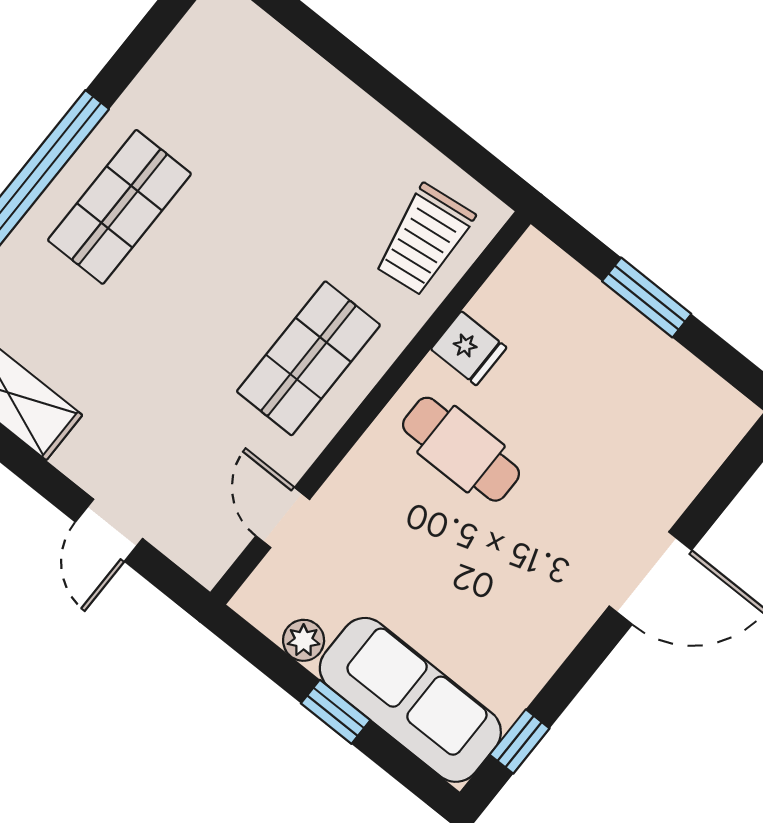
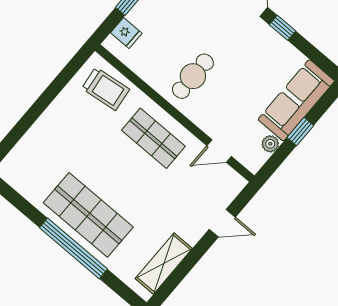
shop shelf: (119, 207) -> (88, 215), width x1.43, depth x1.36
fridge: (469, 348) -> (126, 33), moved, turned 90
window: (520, 741) -> (282, 28), moved

